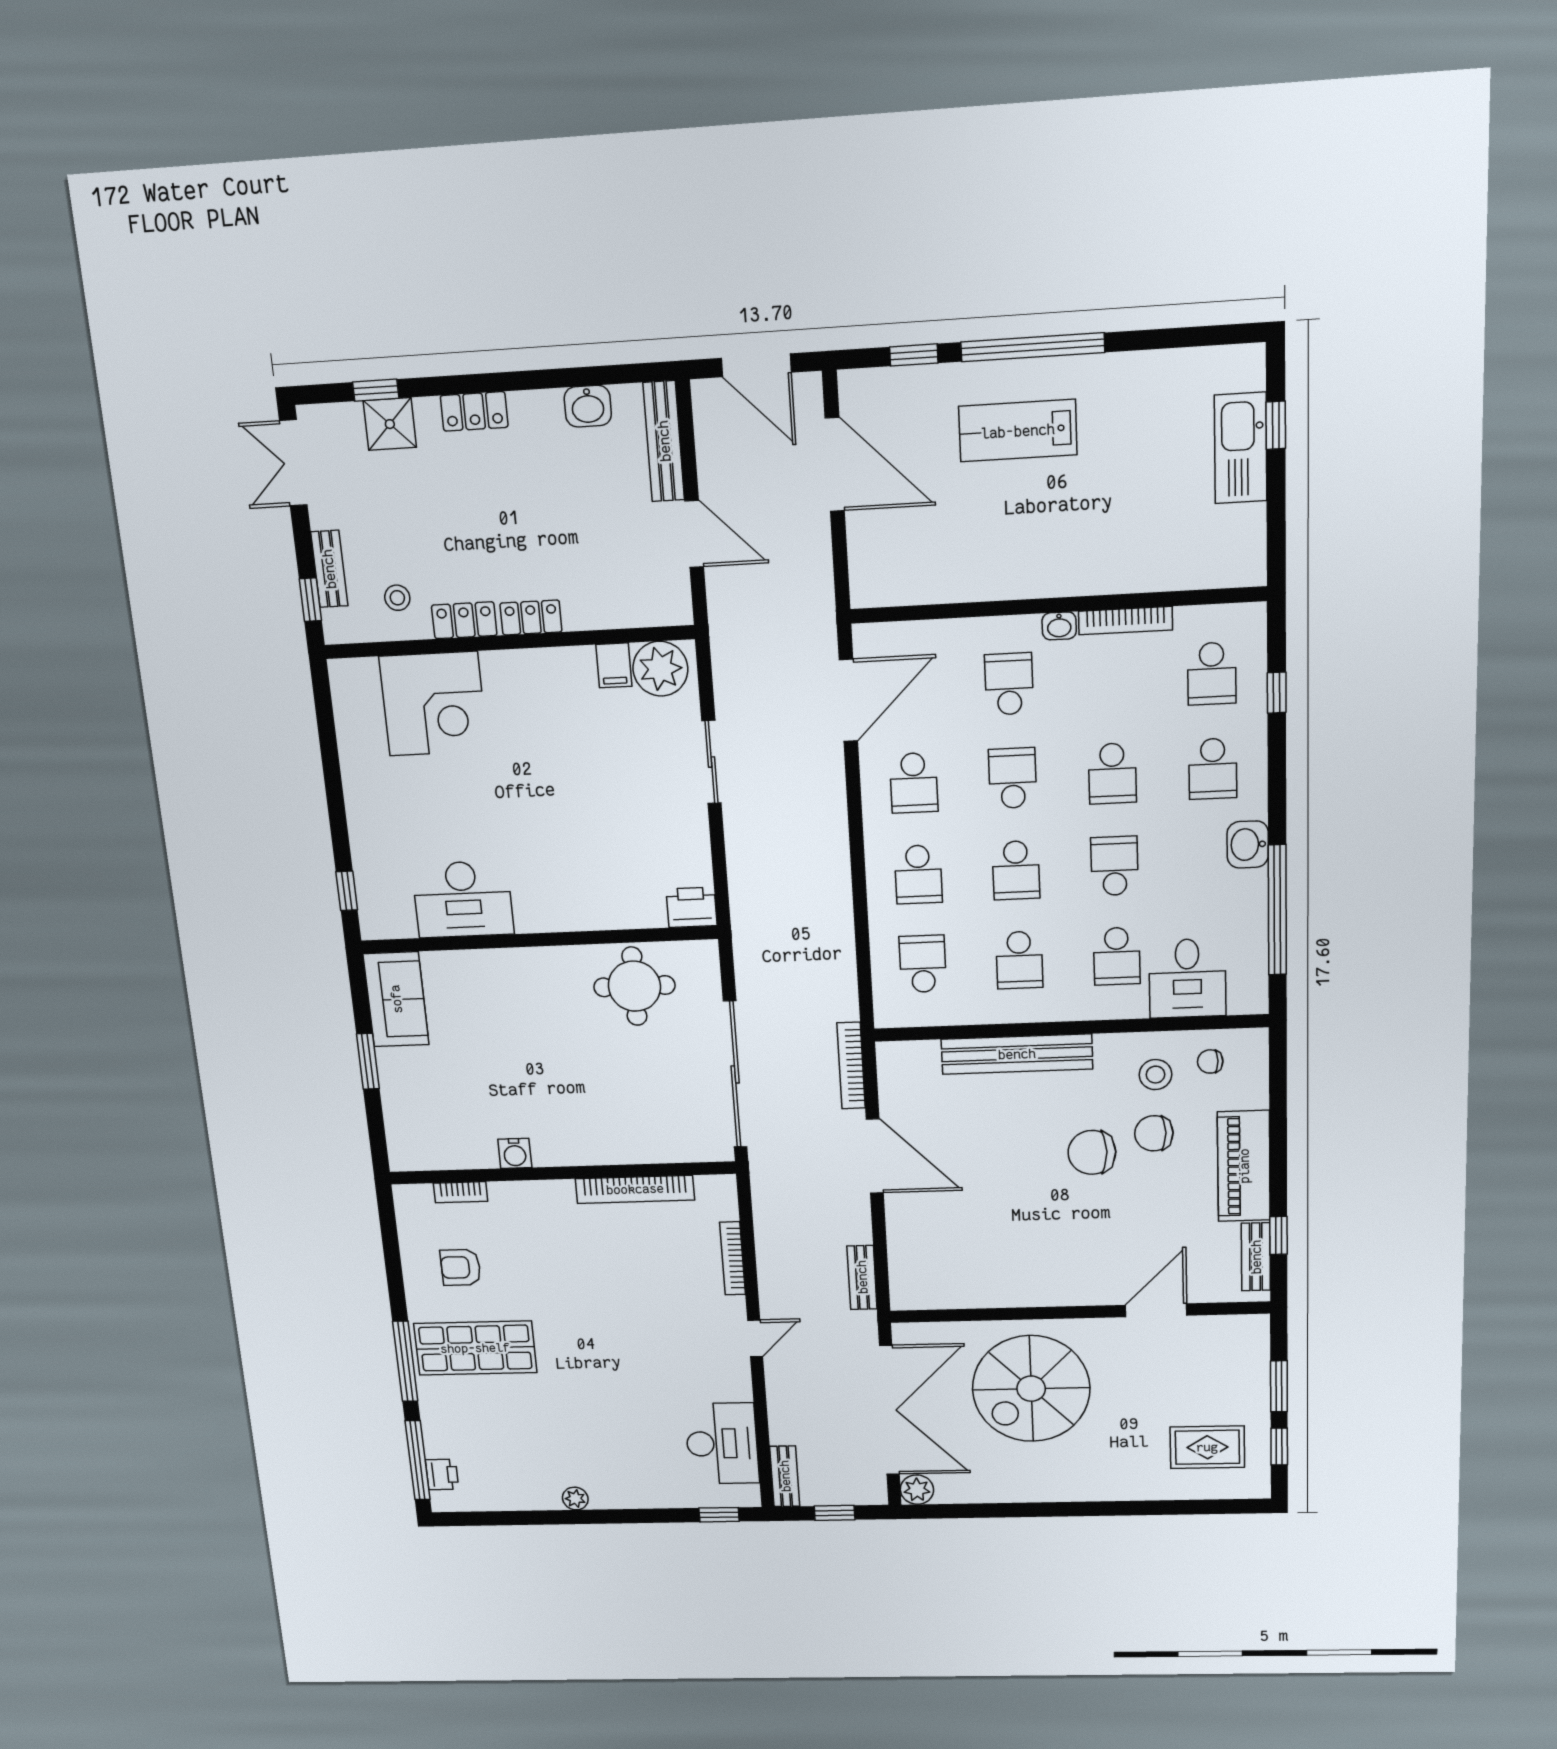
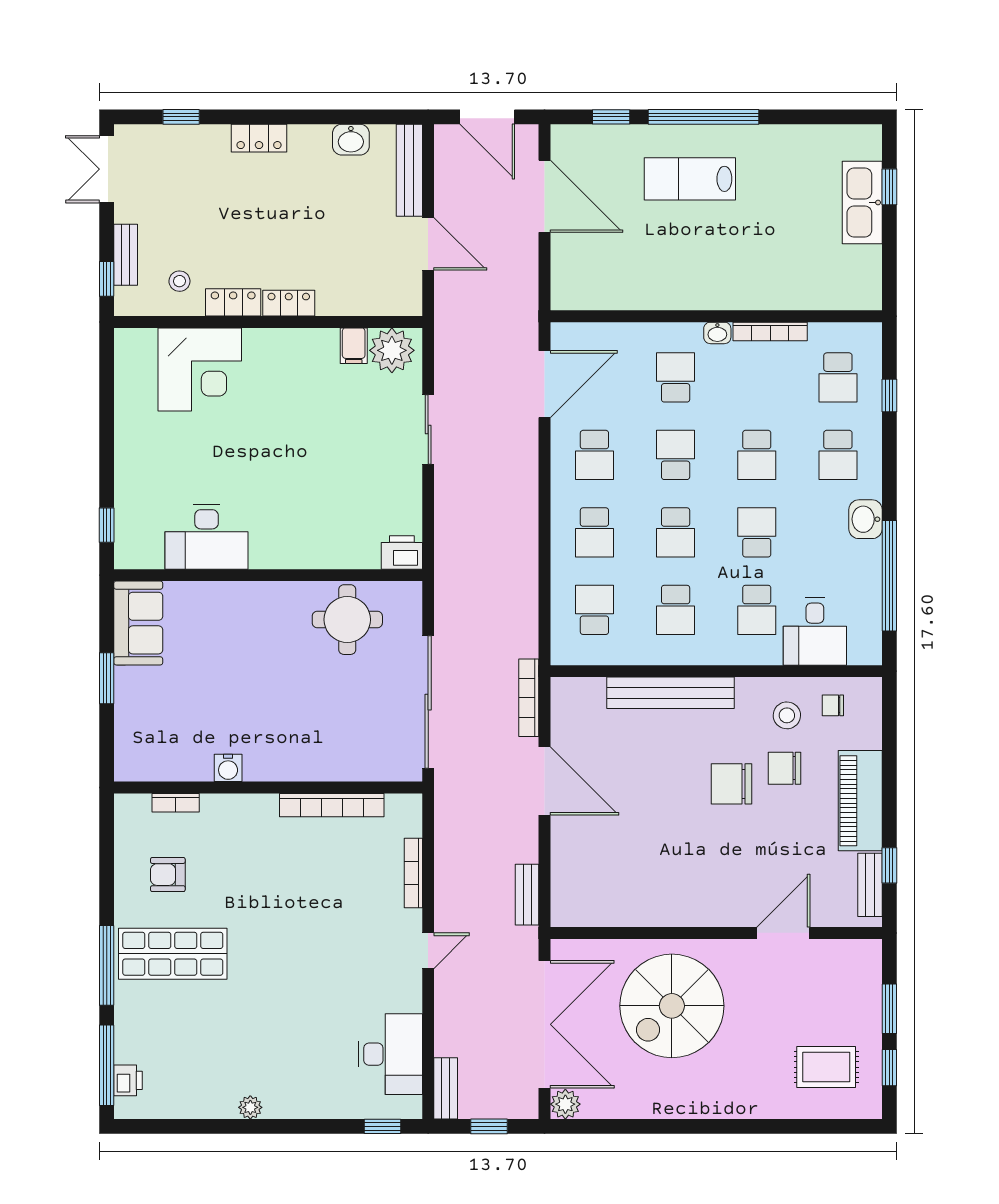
shower: (390, 424) -> (189, 144), removed

